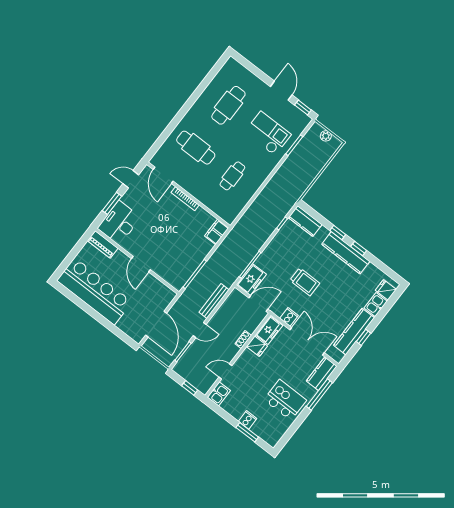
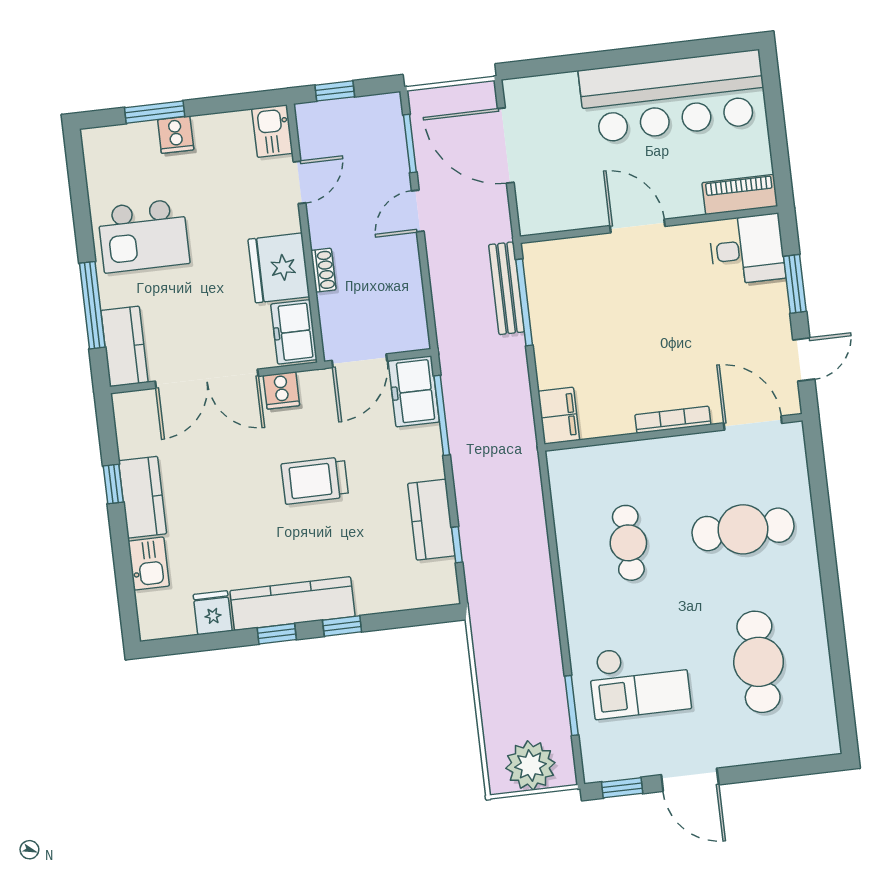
plant: (326, 136) -> (530, 765), width x1.88, depth x1.88
kitchen counter: (305, 221) -> (431, 520), moved, turned -90
desk: (119, 223) -> (747, 250), width x0.73
fridge: (386, 290) -> (213, 613), moved, turned -90
bench: (214, 301) -> (507, 288), moved
kitchen counter: (354, 332) -> (142, 497), width x0.67
fridge: (257, 346) -> (279, 268), width x1.88, depth x1.34

